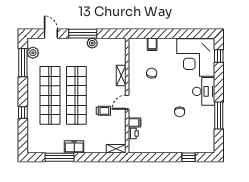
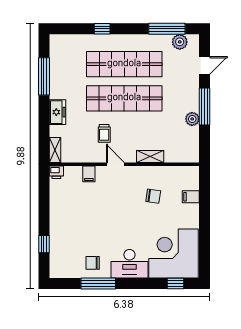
chair: (180, 112) -> (93, 263), moved
printer: (133, 133) -> (56, 172), moved
freezer: (74, 147) -> (57, 112), moved

